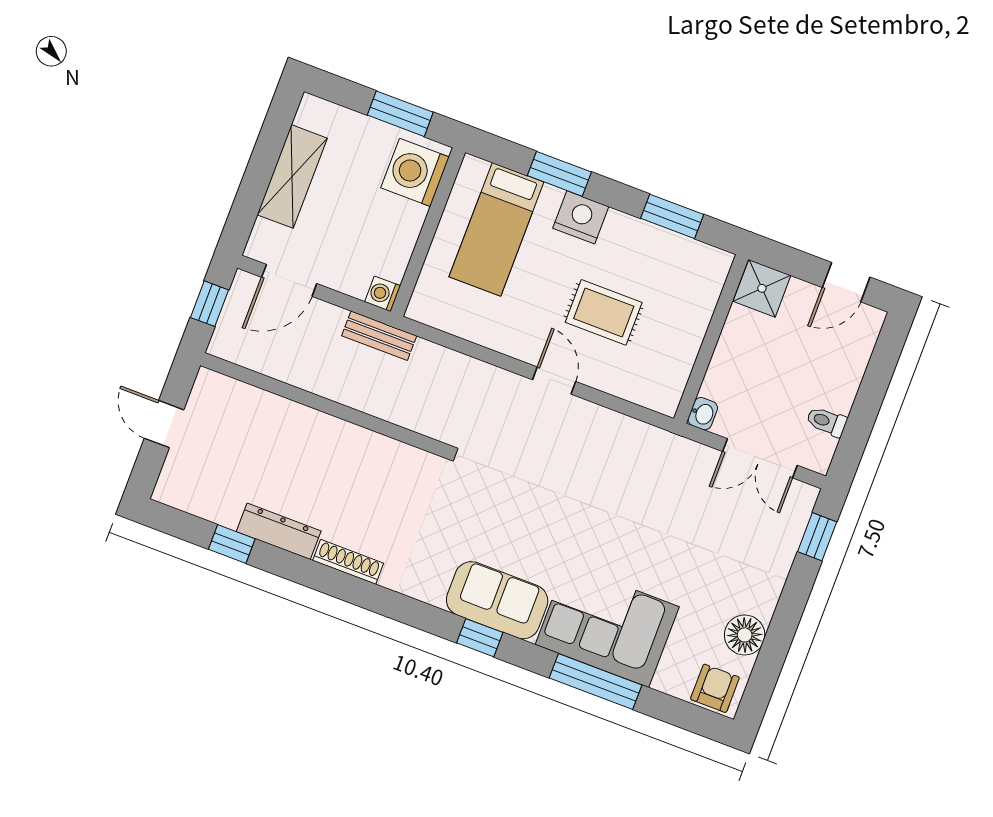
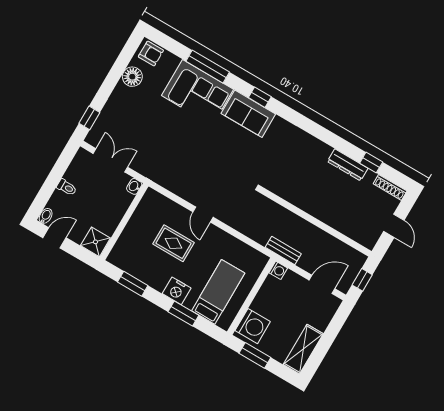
shelving: (292, 176) -> (303, 349), moved
bidet: (872, 323) -> (46, 216), added
toilet: (827, 422) -> (67, 187), moved
shoe rack: (348, 562) -> (390, 187), moved
armchair: (715, 688) -> (151, 54), turned -90

